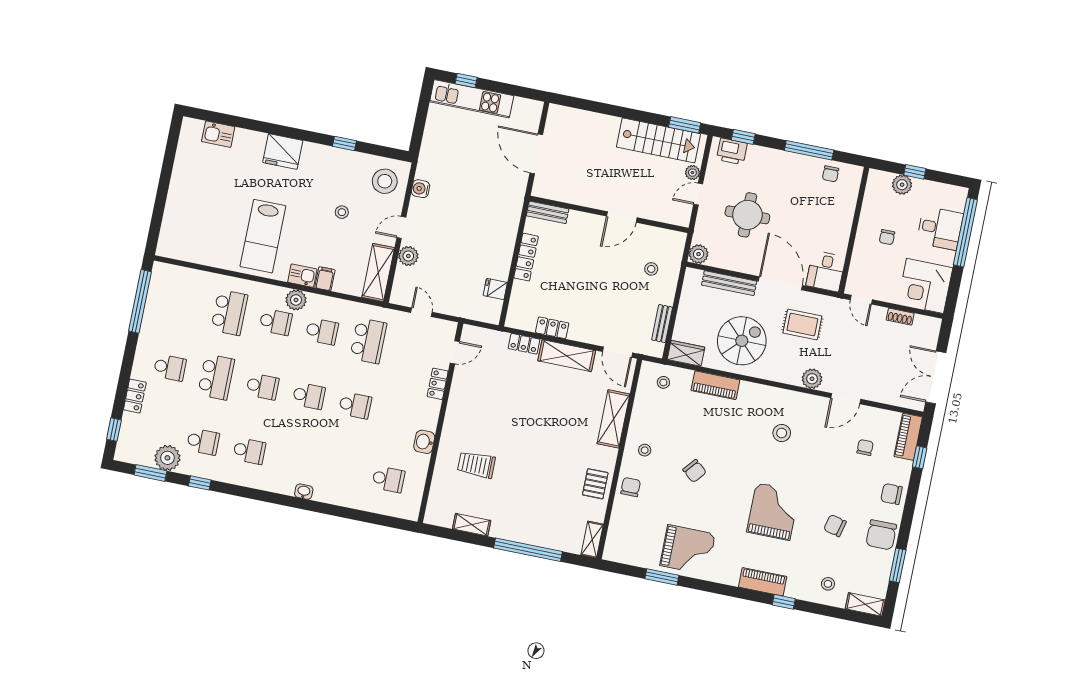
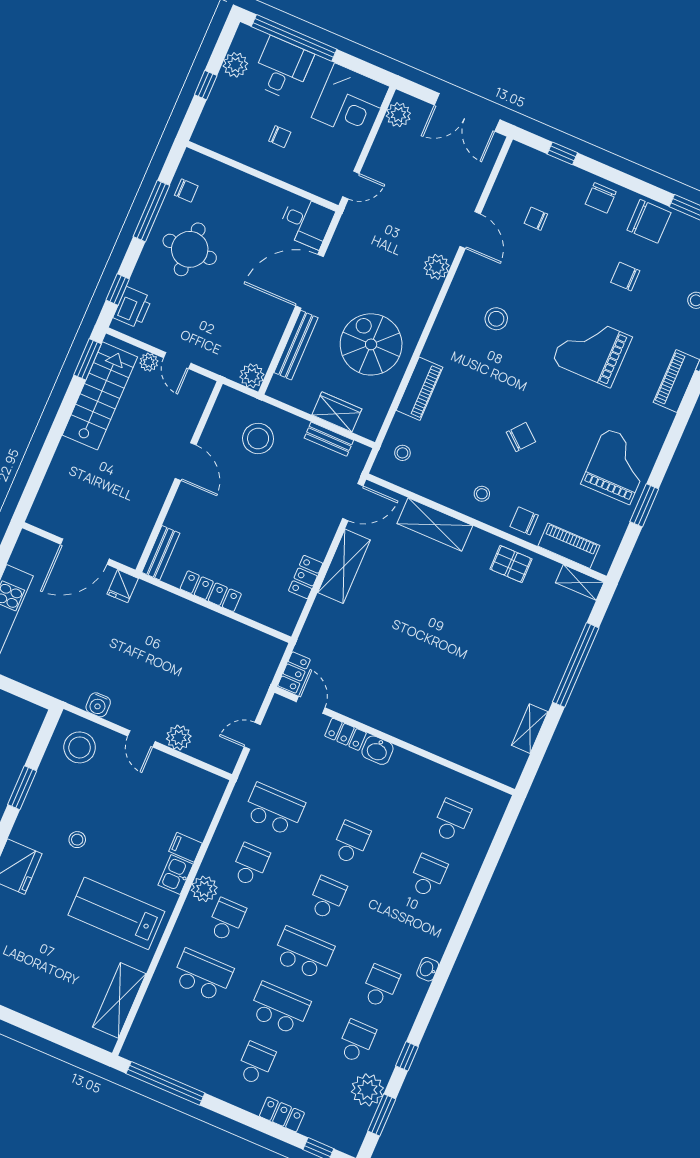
window: (344, 143) -> (22, 788), width x1.50
plant: (902, 185) -> (235, 65), moved
stool: (342, 212) -> (77, 840), moved
round table: (747, 215) -> (190, 249), moved
lab bench: (263, 236) -> (116, 913), turned 180
stool: (651, 269) -> (258, 438), width x1.89, depth x1.89
shelving: (378, 273) -> (119, 1000), moved, turned 90
fridge: (495, 289) -> (123, 586), moved
shoe rack: (900, 317) -> (382, 141), removed
rug: (802, 324) -> (367, 265), removed
plant: (923, 325) -> (398, 115), added
locker: (524, 344) -> (294, 672), moved
wardrobe: (686, 353) -> (337, 412), moved, turned 90
school desk: (262, 386) -> (303, 953), width x1.85
piano: (908, 437) -> (569, 546), moved, turned 180
washbasin: (424, 442) -> (377, 750), moved
trolley: (476, 465) -> (456, 707), removed
school desk: (342, 470) -> (428, 876), added
washbasin: (304, 492) -> (428, 969), moved
chair: (835, 526) -> (625, 276), turned 76

